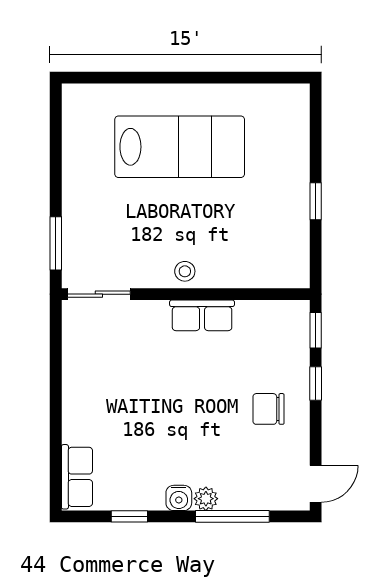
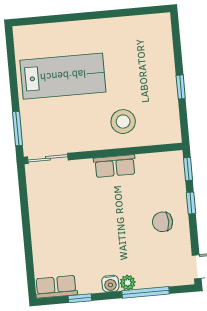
lab bench: (180, 147) -> (63, 76), moved
stool: (185, 271) -> (123, 122), moved, width x1.89, depth x1.89
row of seats: (77, 477) -> (56, 287), moved, turned -90

